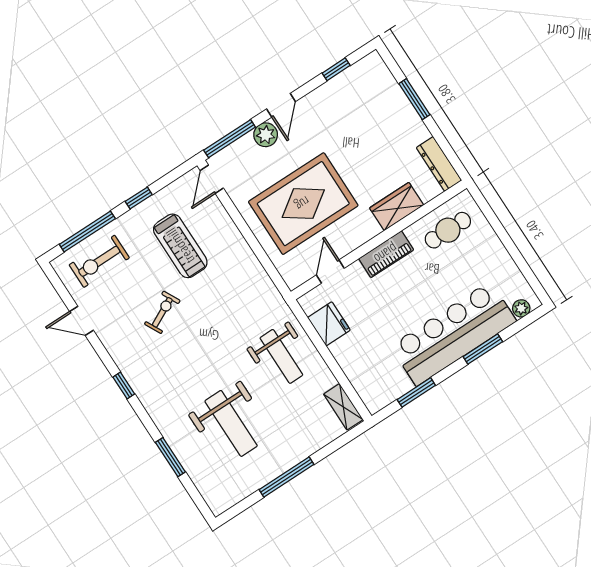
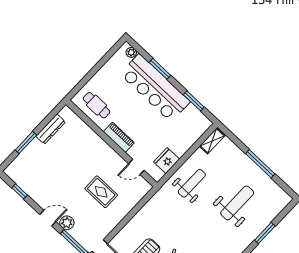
dresser: (439, 164) -> (51, 129), moved
rug: (303, 204) -> (101, 192), width x0.54, depth x0.49
wardrobe: (397, 207) -> (90, 138), removed

